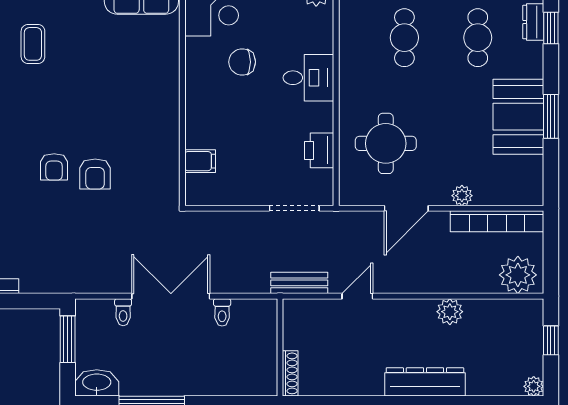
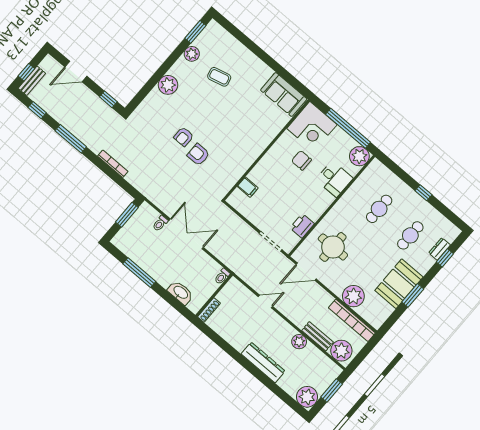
coffee table: (33, 44) -> (219, 77), turned 76
desk: (308, 78) -> (334, 179), moved
armchair: (95, 174) -> (198, 155), turned 90
plant: (462, 196) -> (353, 296), width x1.87, depth x1.87
door: (406, 208) -> (306, 272), moved
bench: (299, 283) -> (318, 336), moved
toilet: (222, 312) -> (222, 276), moved
window: (551, 340) -> (332, 390), width x1.50
washbasin: (97, 383) -> (180, 293), moved
plant: (534, 386) -> (307, 397), width x1.88, depth x1.88

